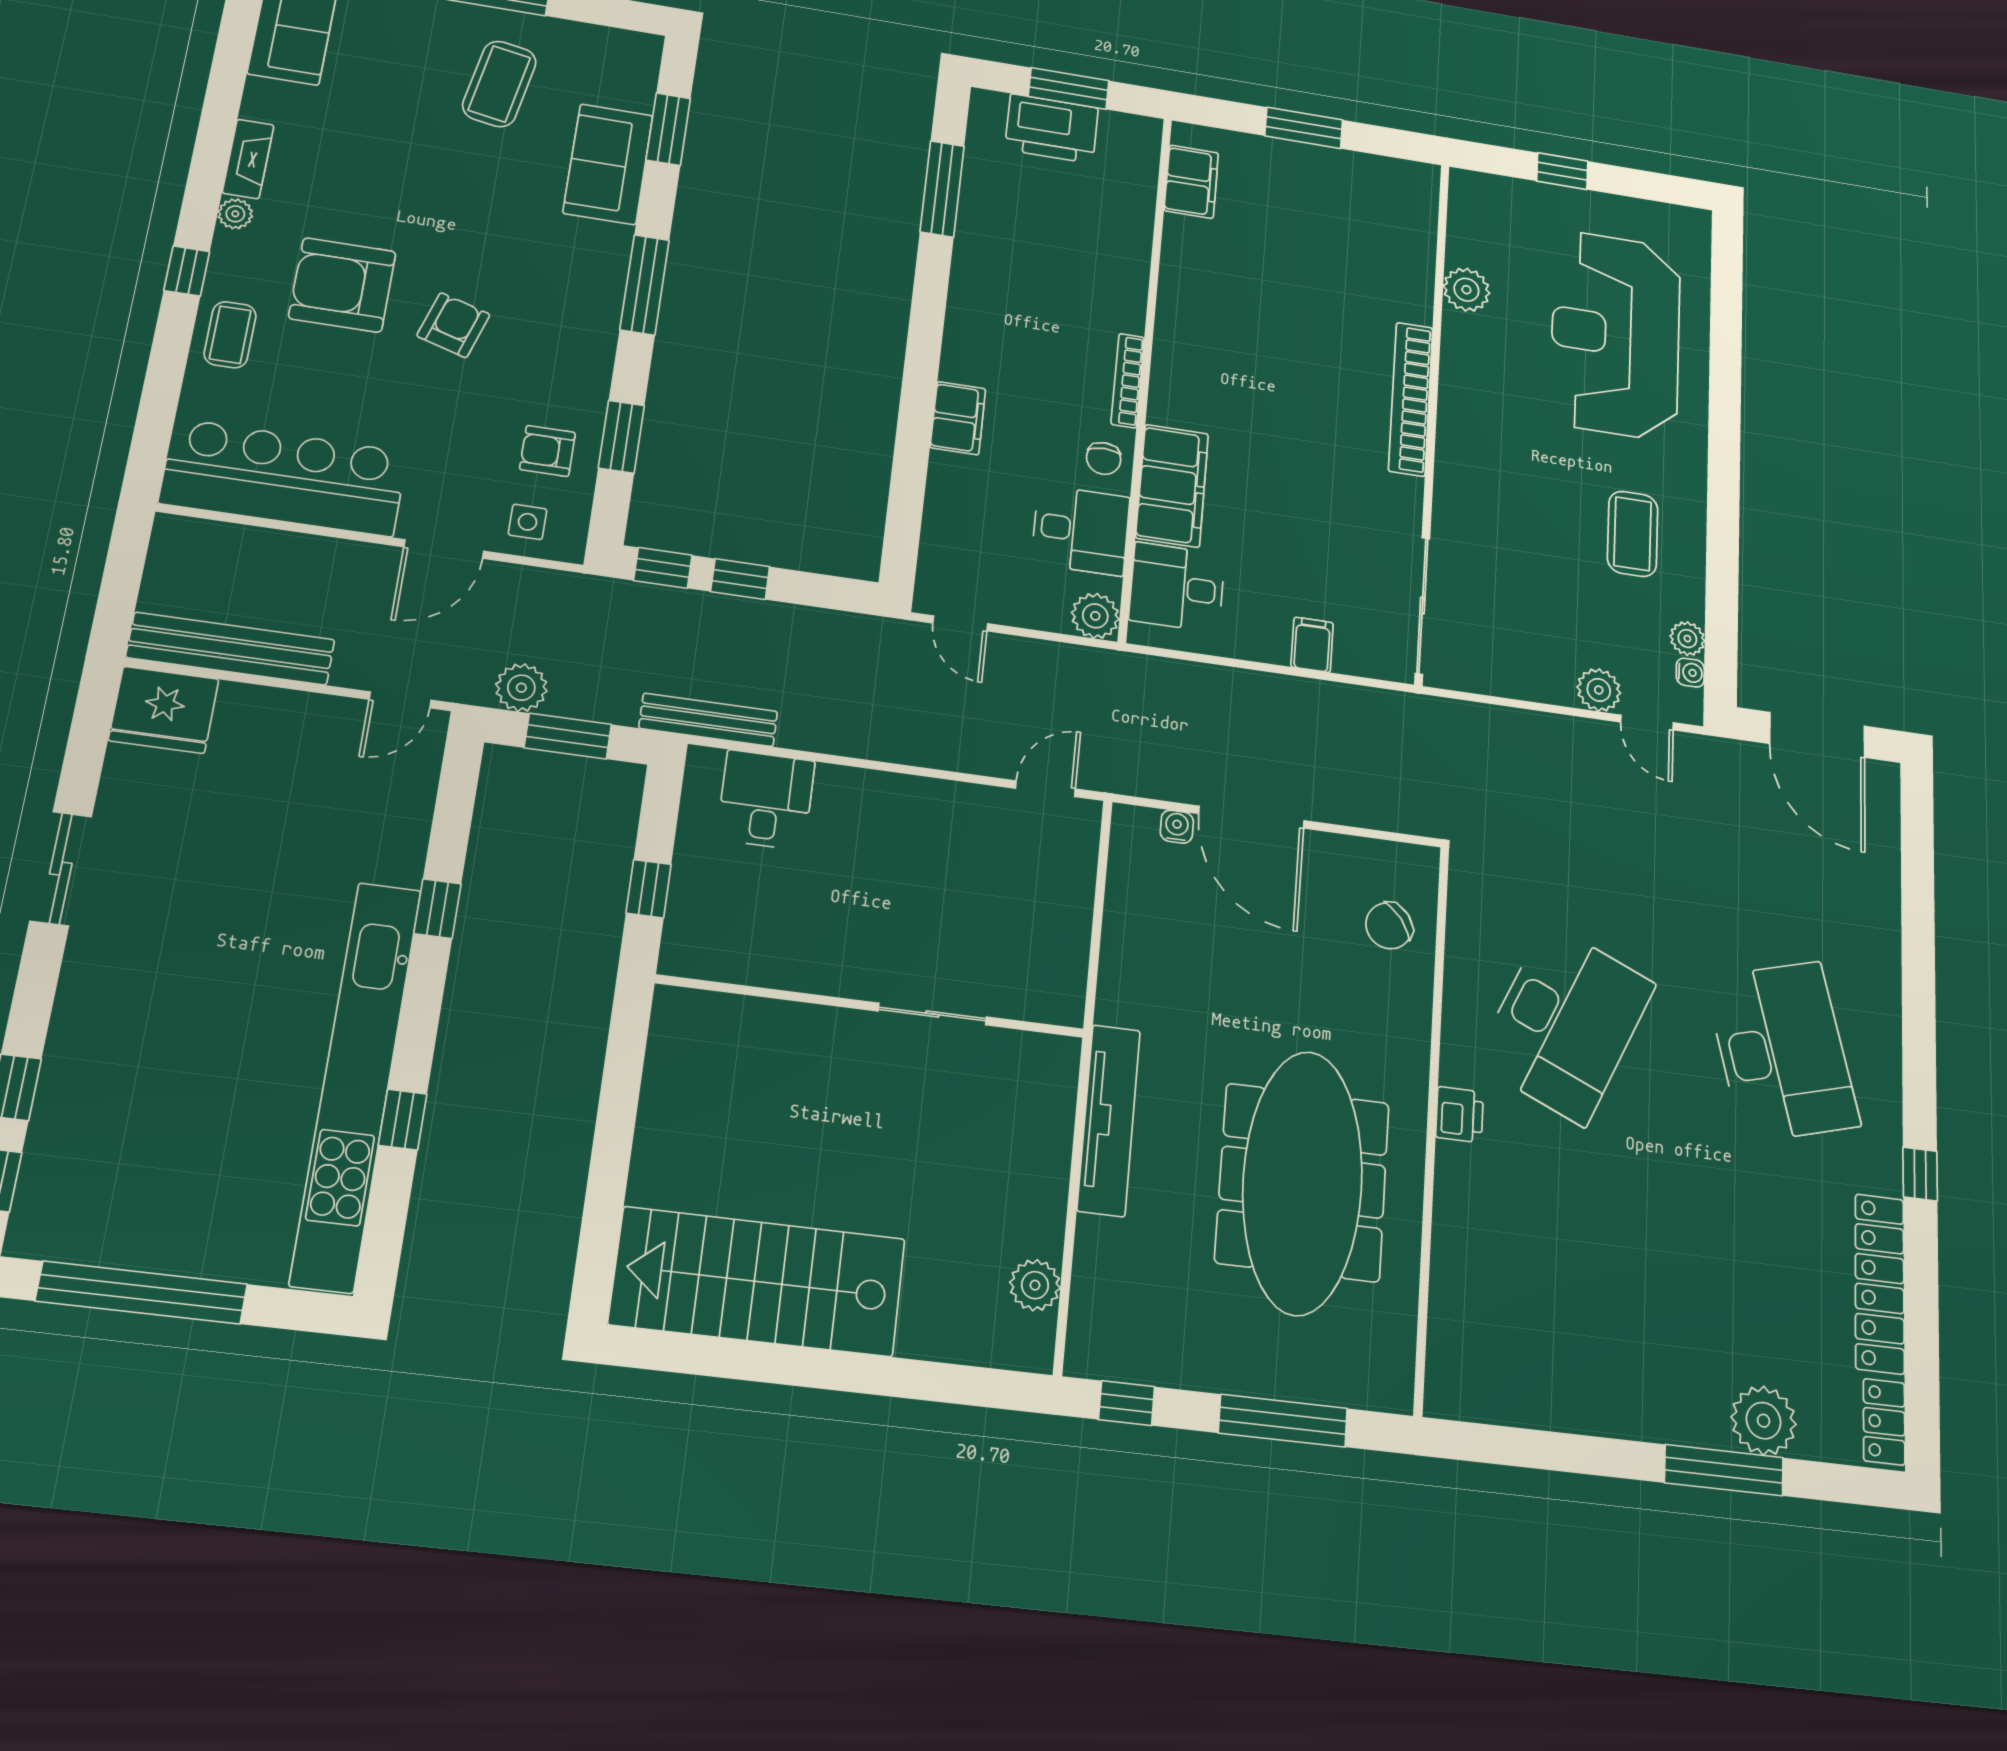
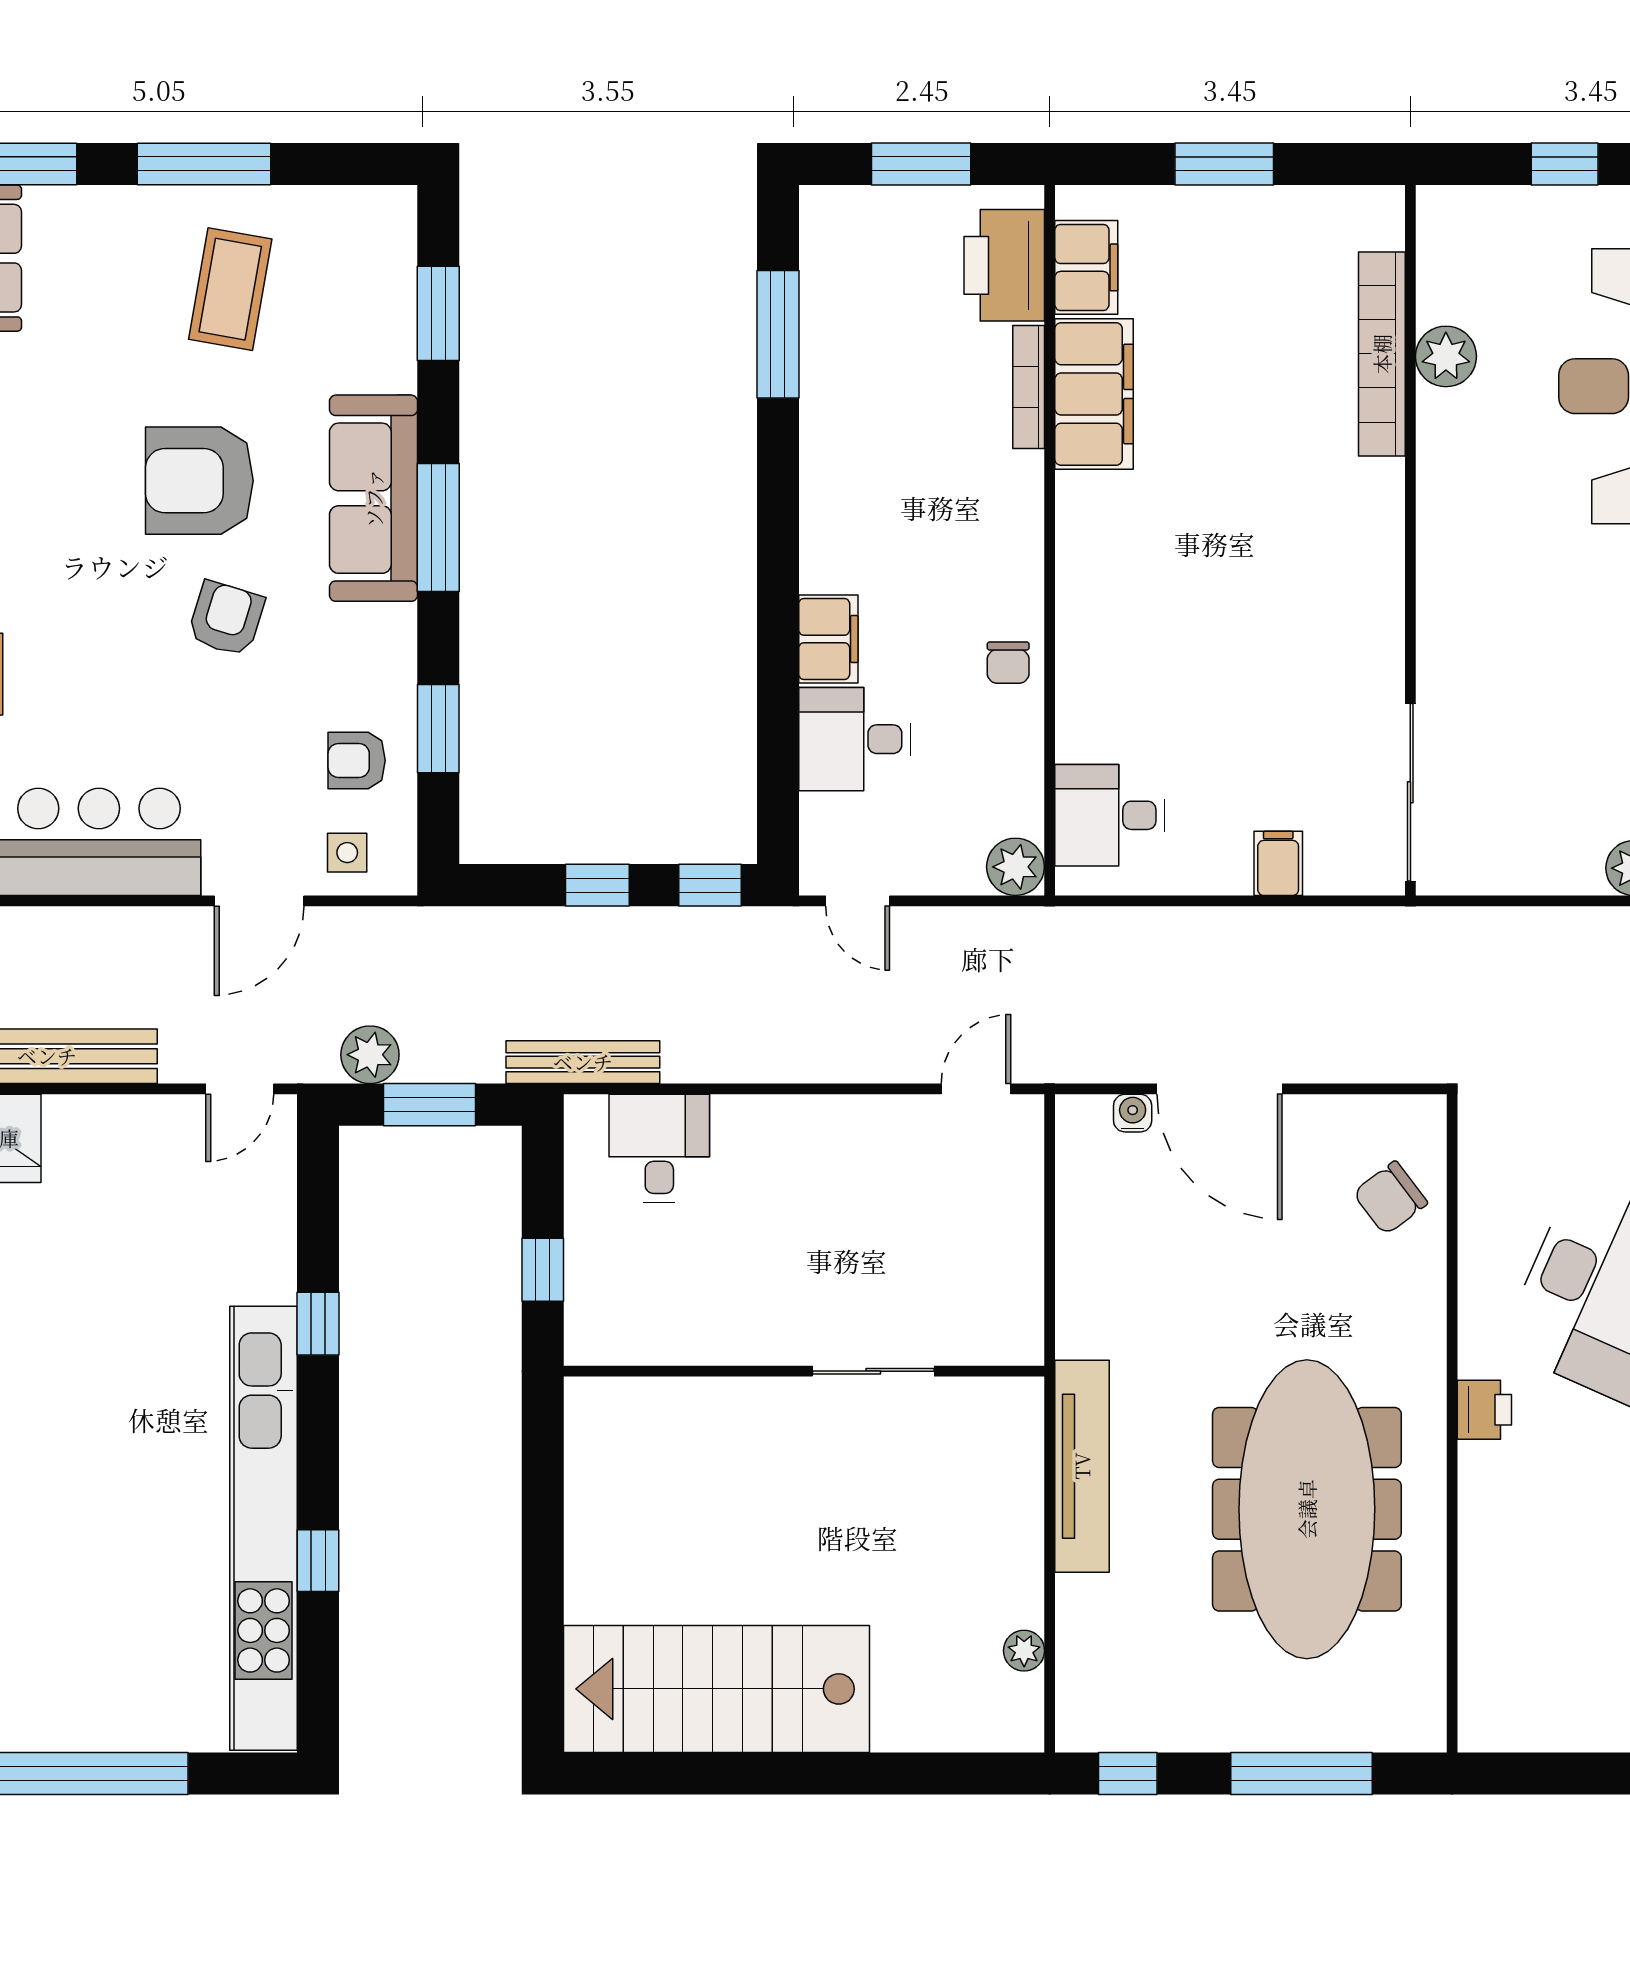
printer: (1052, 129) -> (1004, 265), moved, turned 90
sofa: (608, 164) -> (374, 498), moved, width x1.36
armchair: (342, 285) -> (199, 481), moved
bookcase: (1128, 381) -> (1029, 387), moved
bookcase: (1411, 399) -> (1382, 354), moved
filing cabinet: (1172, 486) -> (1094, 394), moved
desk: (1081, 530) -> (855, 739), moved, turned 180
window: (663, 568) -> (710, 885), moved
plant: (1035, 1285) -> (1024, 1651), width x0.73, depth x0.73

